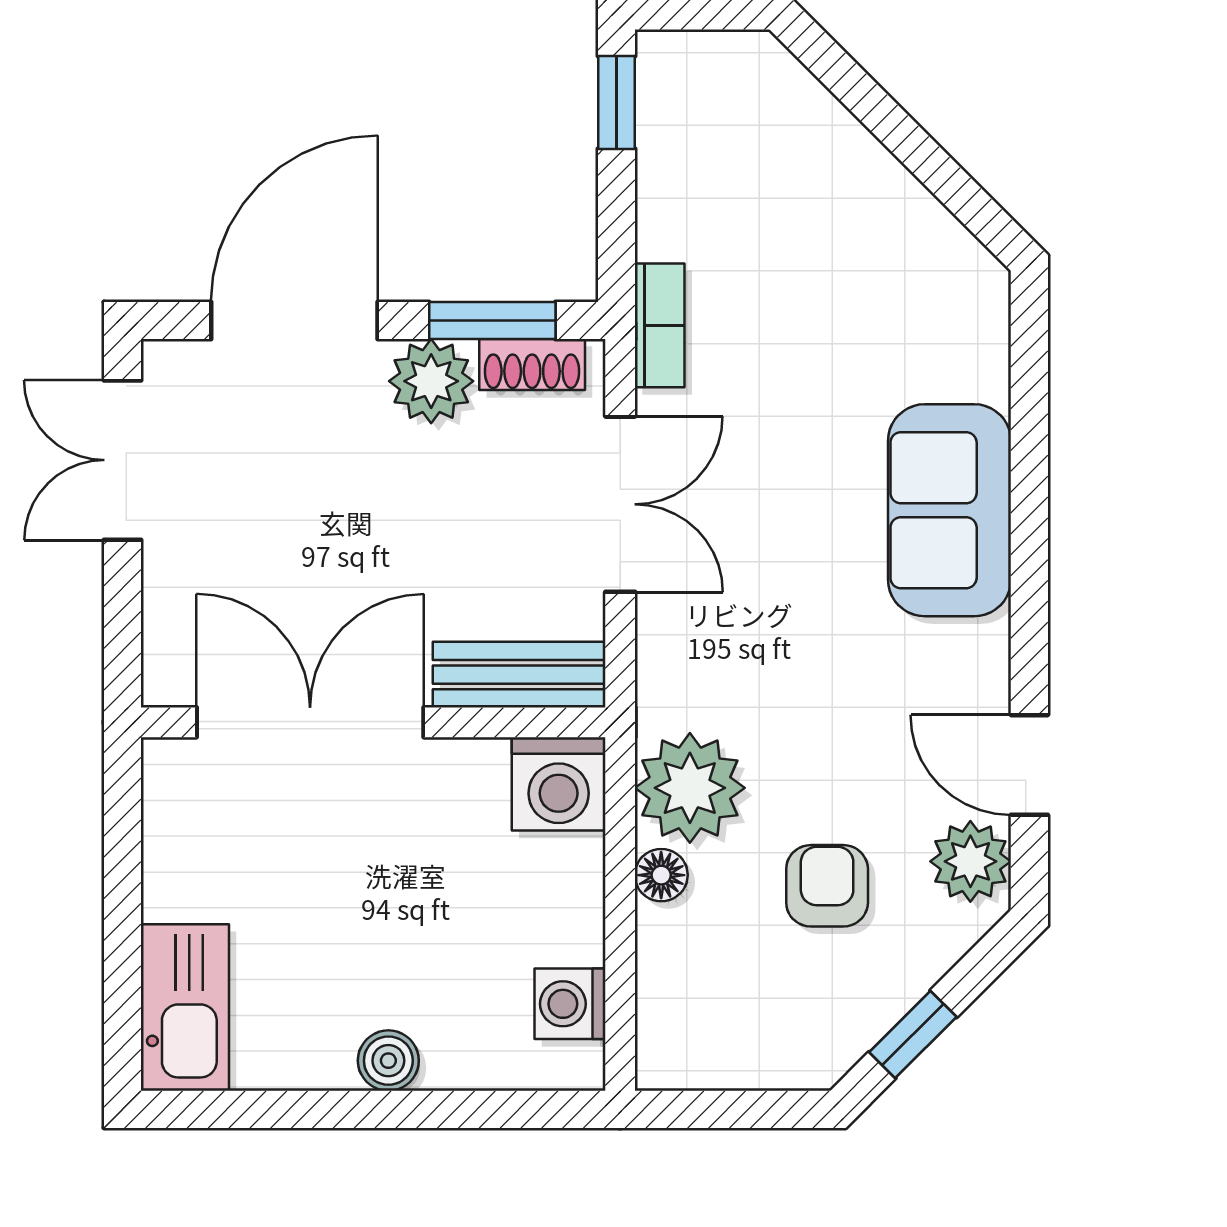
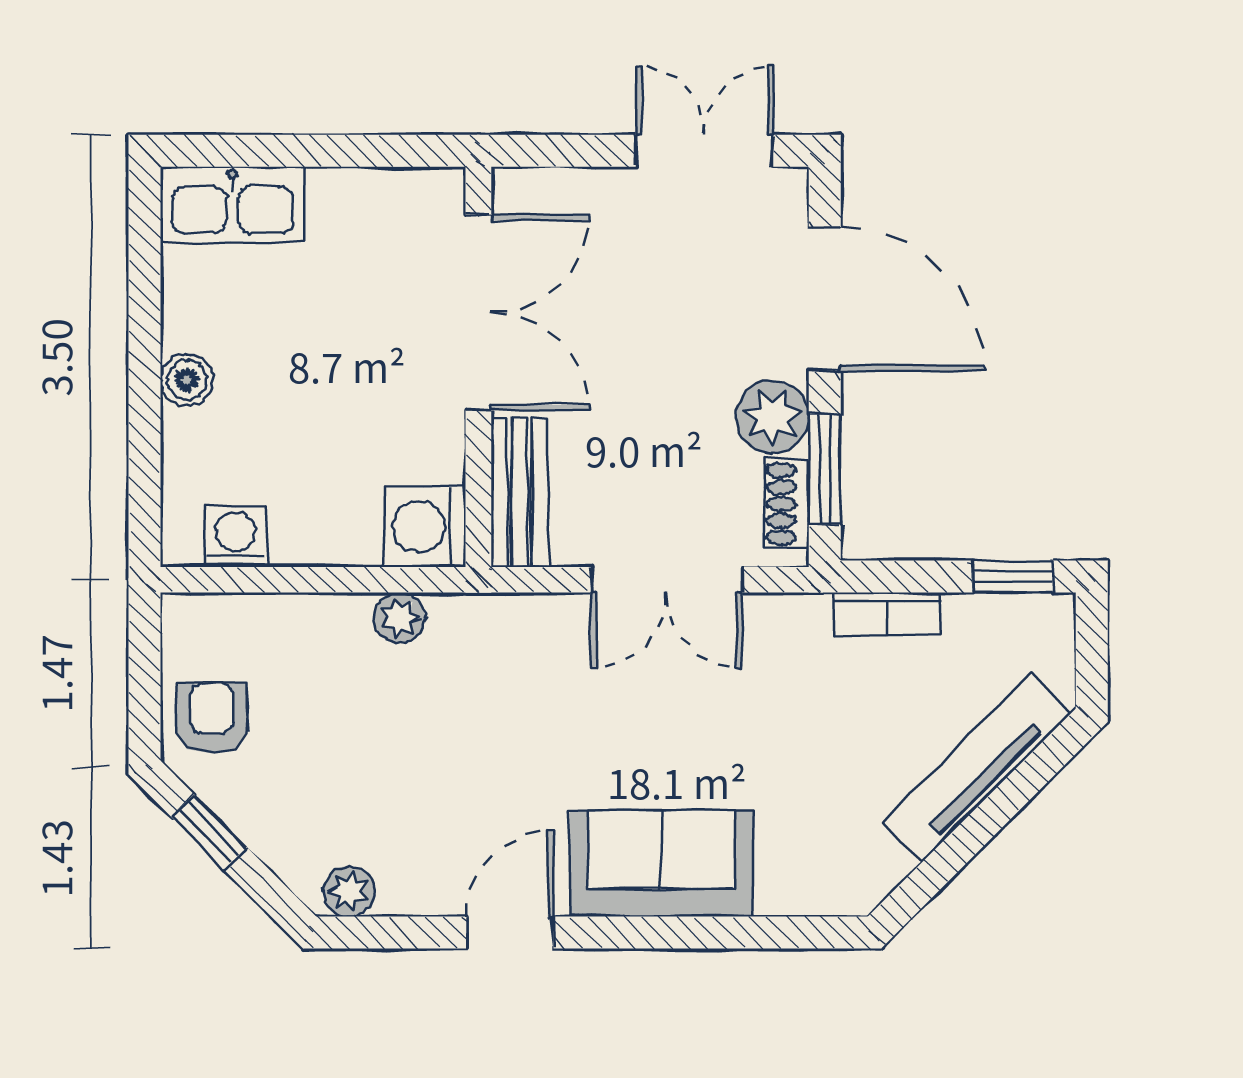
tv unit: (839, 145) -> (976, 768), added
bookcase: (660, 325) -> (887, 614), moved
door: (1029, 765) -> (510, 933), moved
plant: (690, 788) -> (400, 618), width x0.53, depth x0.53
plant: (970, 861) -> (349, 891), width x0.73, depth x0.73
floor lamp: (661, 875) -> (347, 615), removed
armchair: (827, 886) -> (212, 718), moved, turned -90

